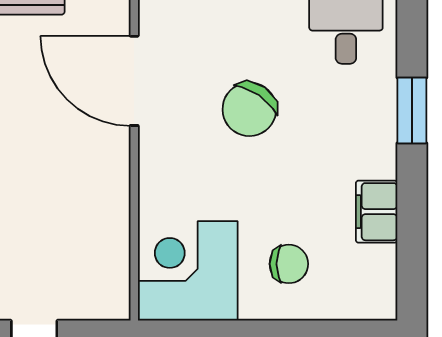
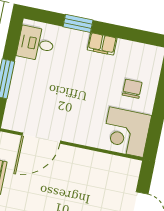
chair: (249, 109) -> (63, 92), removed
filing cabinet: (377, 212) -> (102, 44), moved

